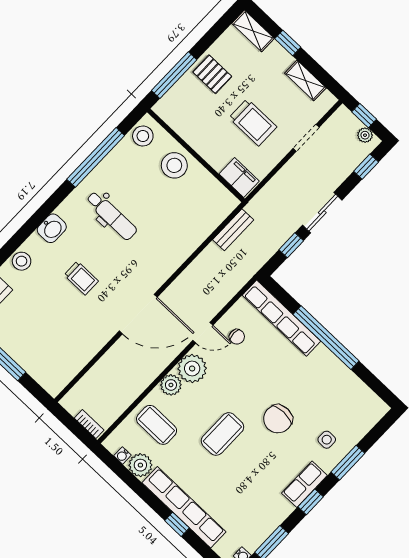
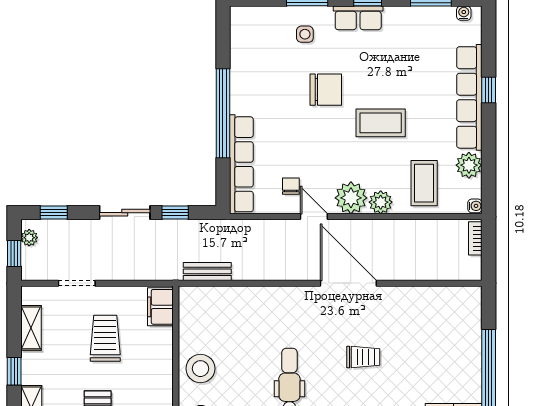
trolley: (81, 278) -> (363, 357), turned 90
water cooler: (123, 455) -> (475, 206), moved

